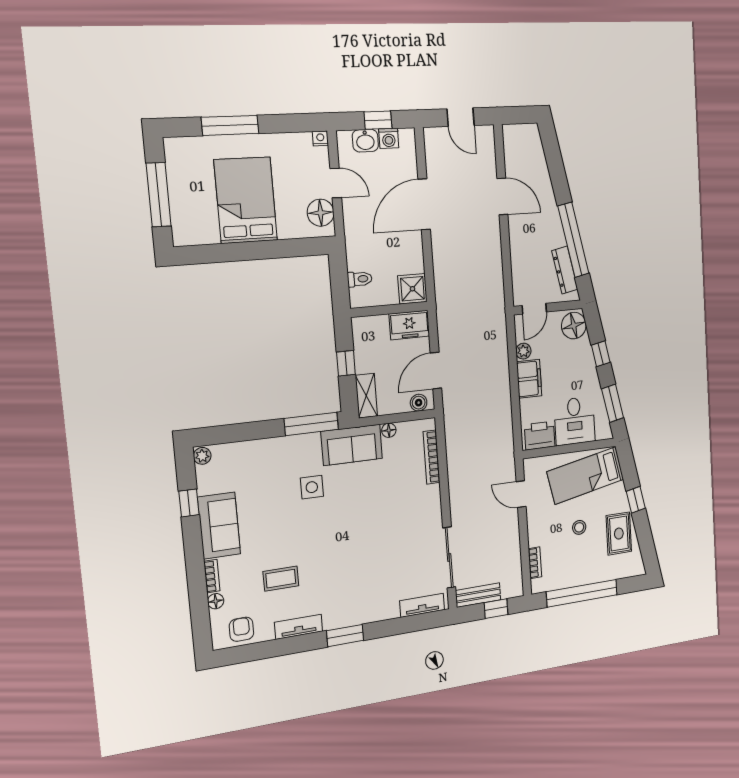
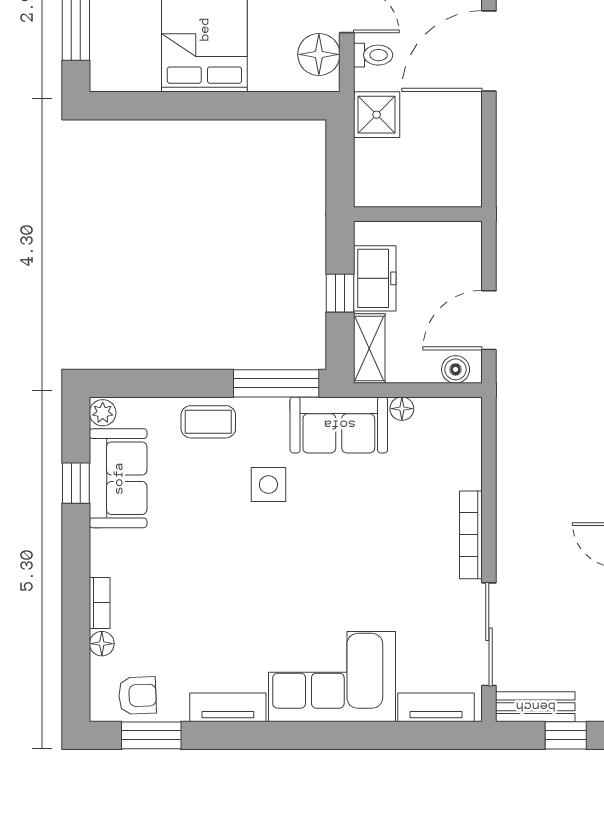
toilet: (360, 279) -> (373, 55), moved
shower: (412, 289) -> (377, 115), moved
freezer: (409, 325) -> (375, 278), moved, turned -90
bookcase: (432, 457) -> (471, 535), moved
sofa: (219, 526) -> (118, 478), moved
coffee table: (281, 579) -> (208, 422), moved
corner sofa: (360, 598) -> (332, 677), added
armchair: (241, 629) -> (137, 695), turned 88
window: (345, 636) -> (151, 735), moved

